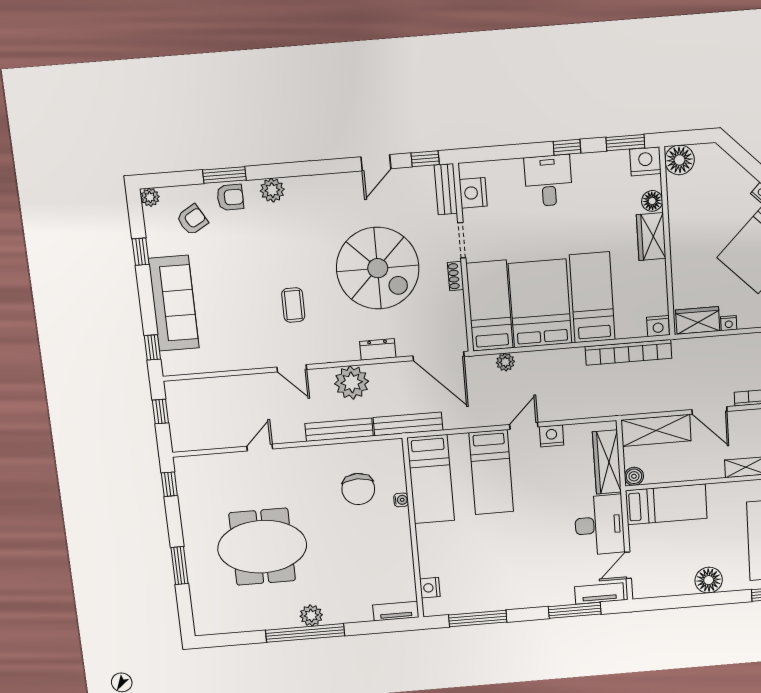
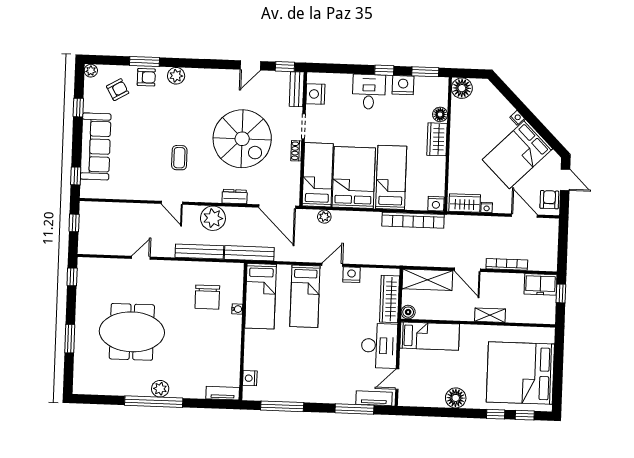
nightstand: (645, 161) -> (403, 85), moved

